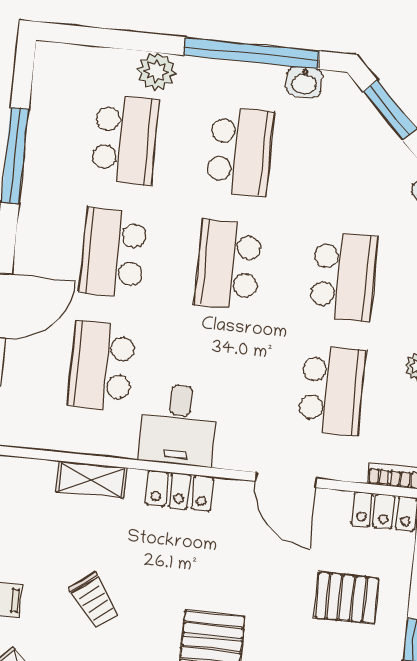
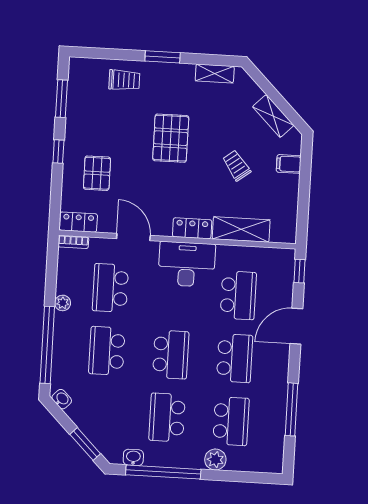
school desk: (125, 139) -> (231, 421), turned 180
desk: (179, 425) -> (187, 264), width x1.37
shelving: (92, 480) -> (241, 229), width x1.50, depth x1.33
pallet: (347, 598) -> (97, 173), turned 90

